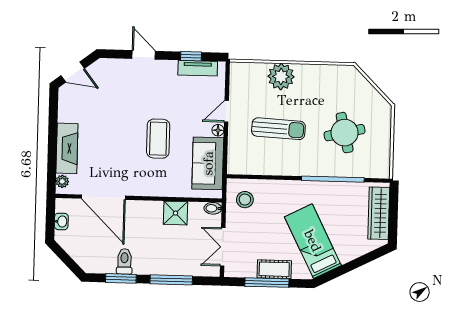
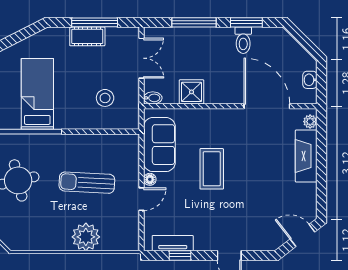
stool: (245, 200) -> (105, 98), moved
bed: (313, 241) -> (37, 94), moved, turned -153

